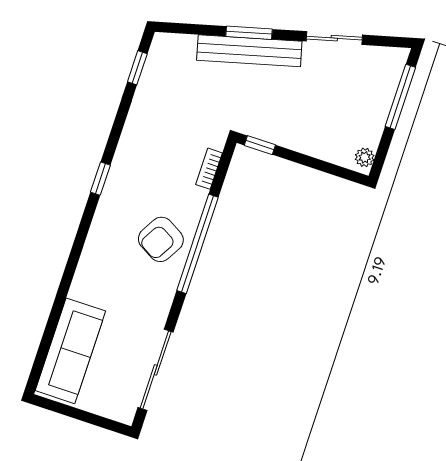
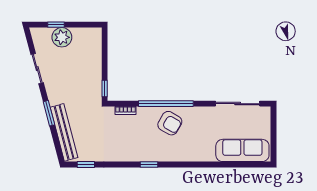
bench: (249, 51) -> (64, 132), moved
window: (400, 97) -> (56, 25), width x0.46
plant: (365, 157) -> (62, 37), moved, width x1.87, depth x1.87

